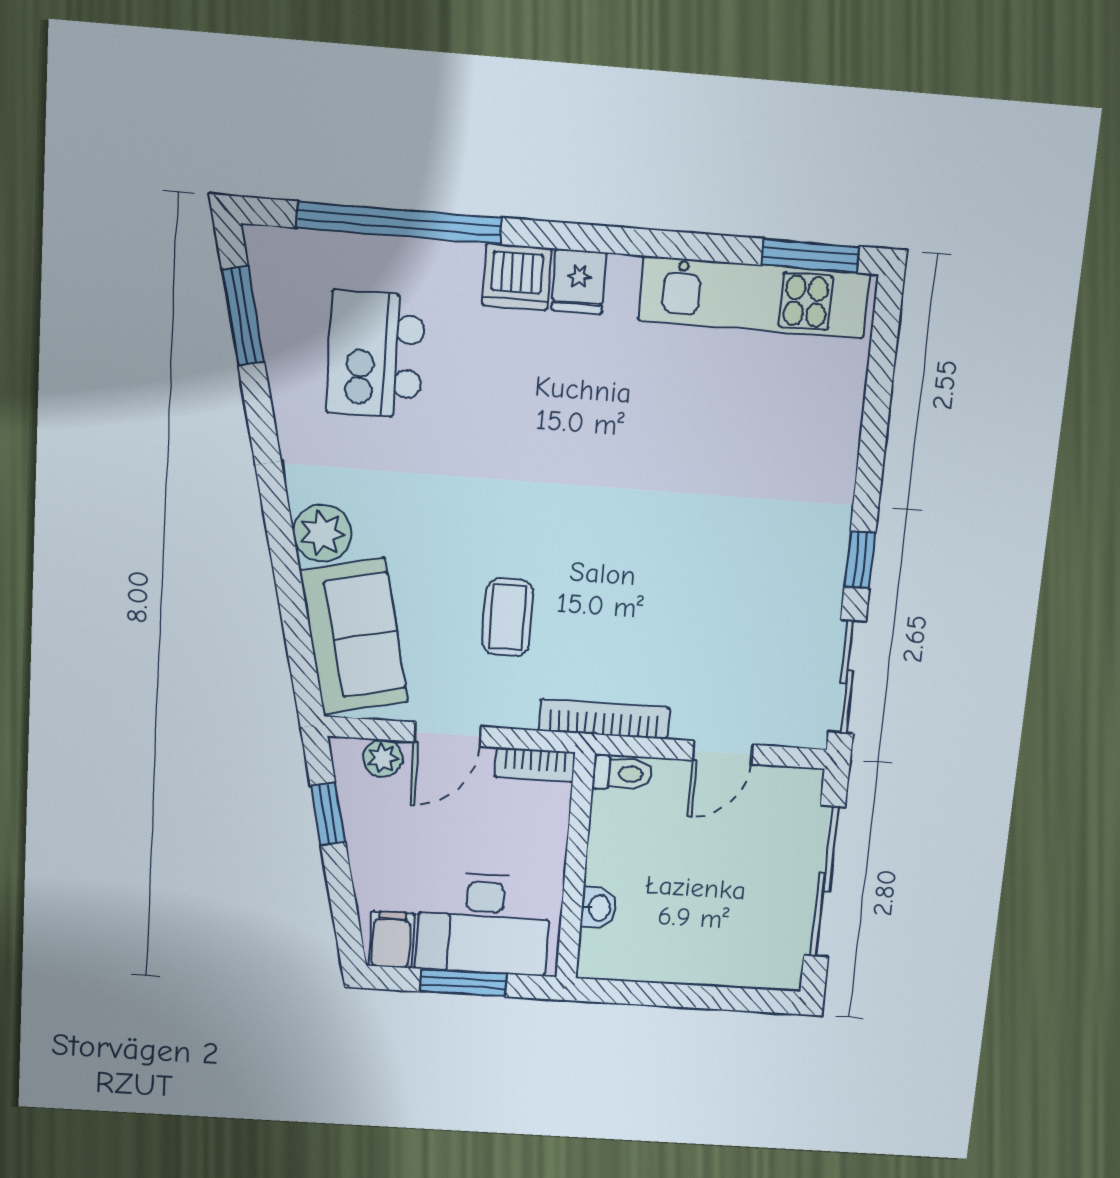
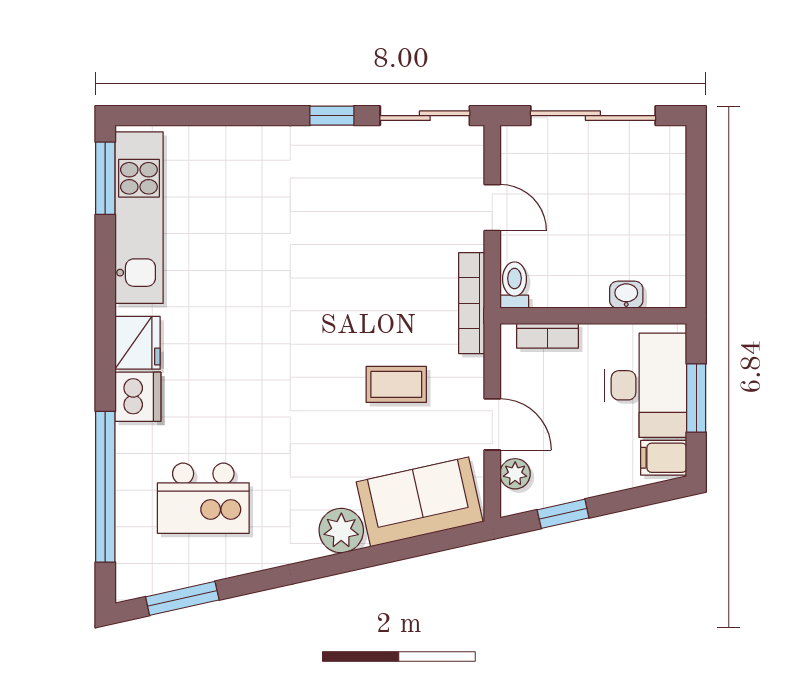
fridge: (579, 281) -> (137, 343), width x1.38
bookcase: (535, 765) -> (548, 336), moved, turned 90

